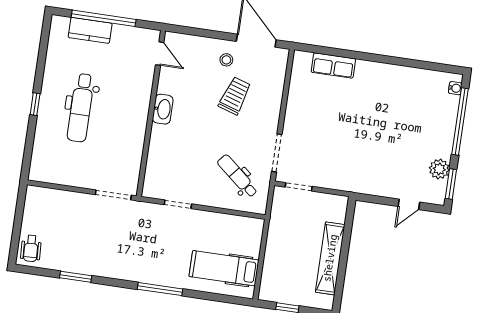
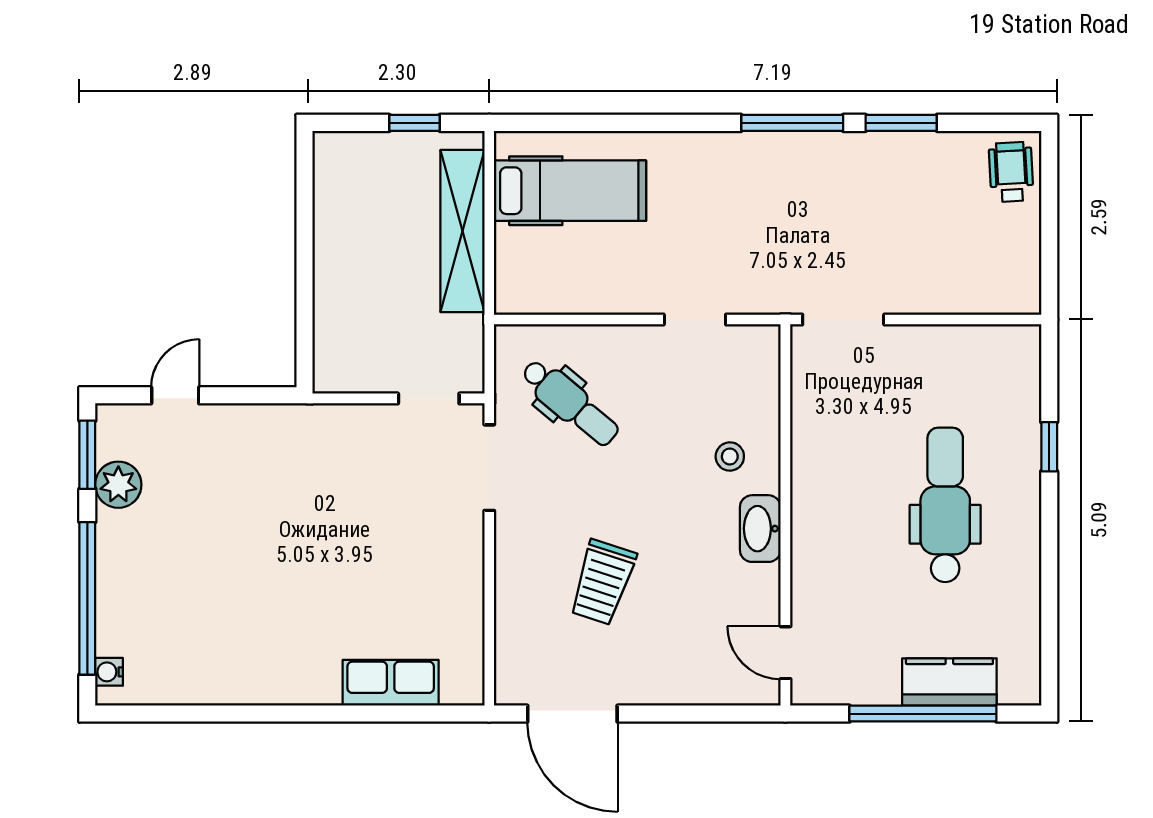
stool: (226, 60) -> (730, 456), moved
window: (35, 104) -> (1049, 447), moved
shelving: (330, 258) -> (462, 231), moved
window: (160, 289) -> (792, 123), moved

